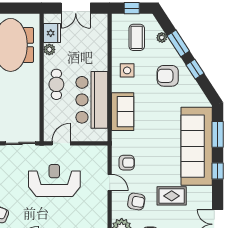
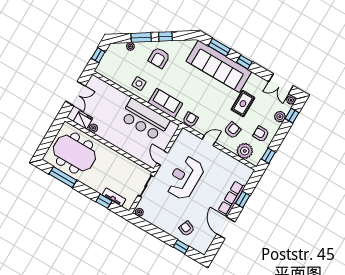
coffee table: (137, 37) -> (120, 64), removed
cafe table: (56, 84) -> (120, 138), removed
armchair: (127, 163) -> (190, 120), moved

